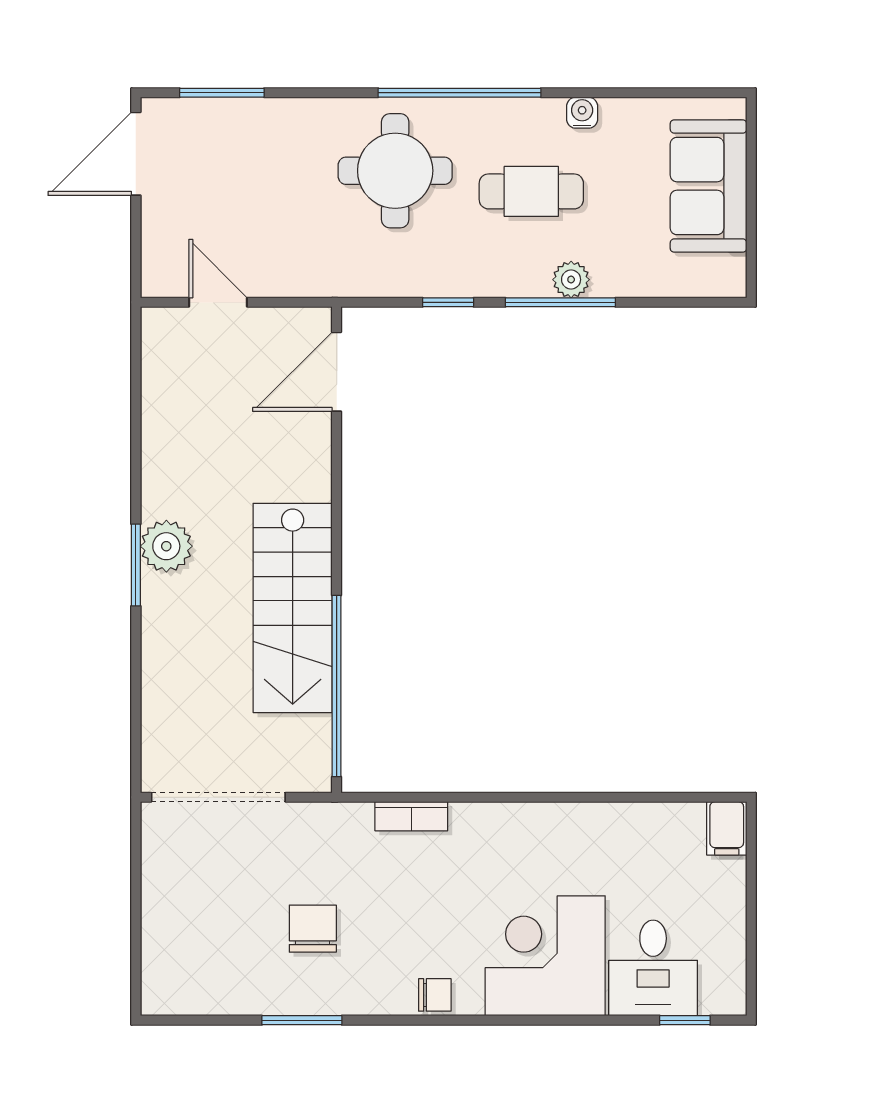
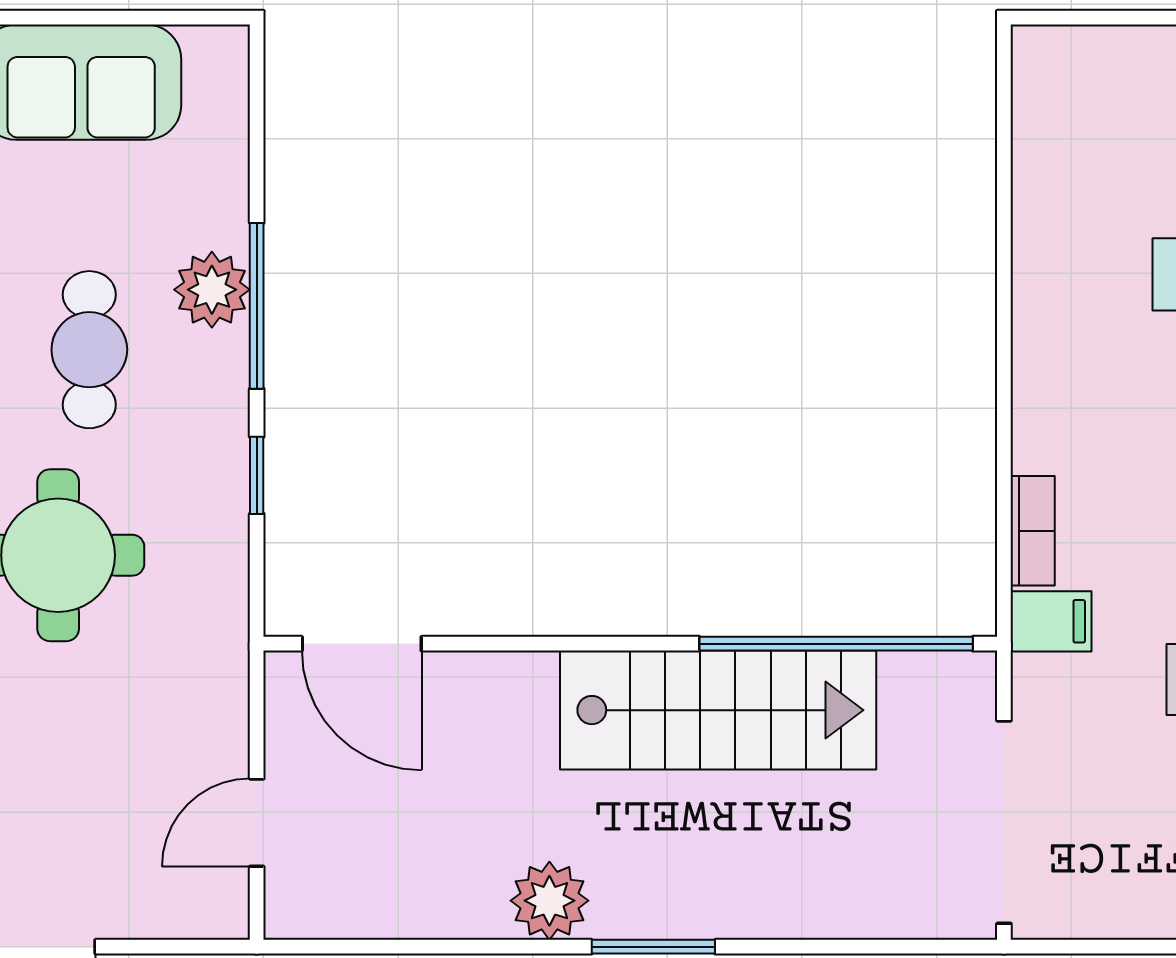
plant: (571, 280) -> (212, 290), width x1.38, depth x1.38
plant: (166, 546) -> (549, 901), moved
filing cabinet: (727, 828) -> (1051, 621), moved

